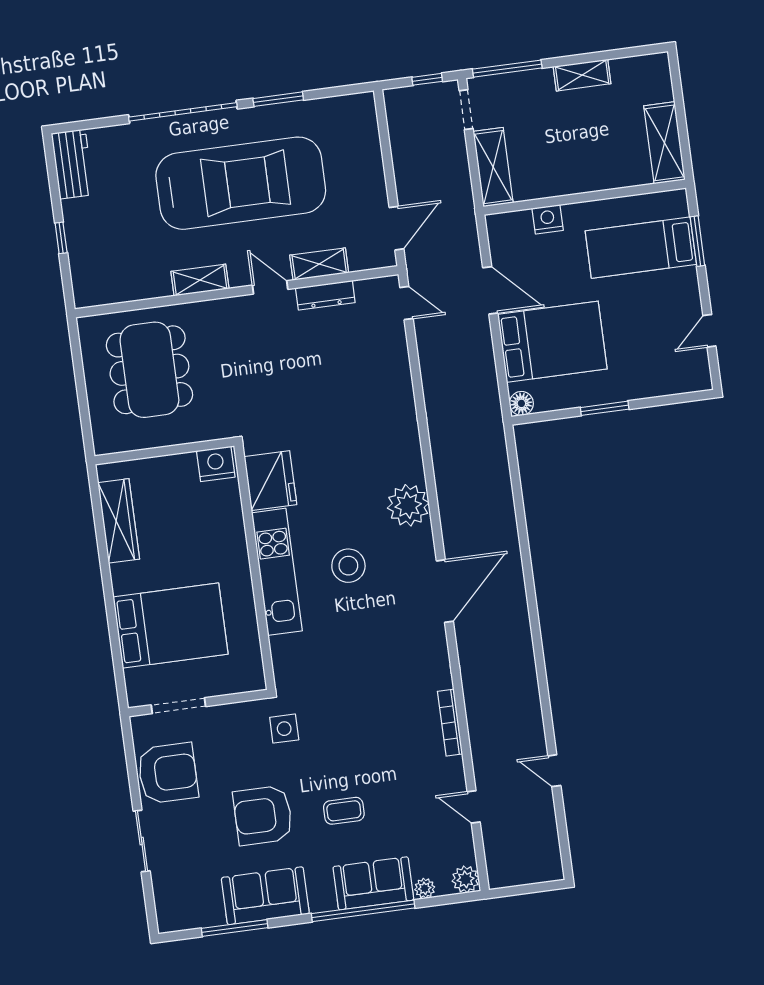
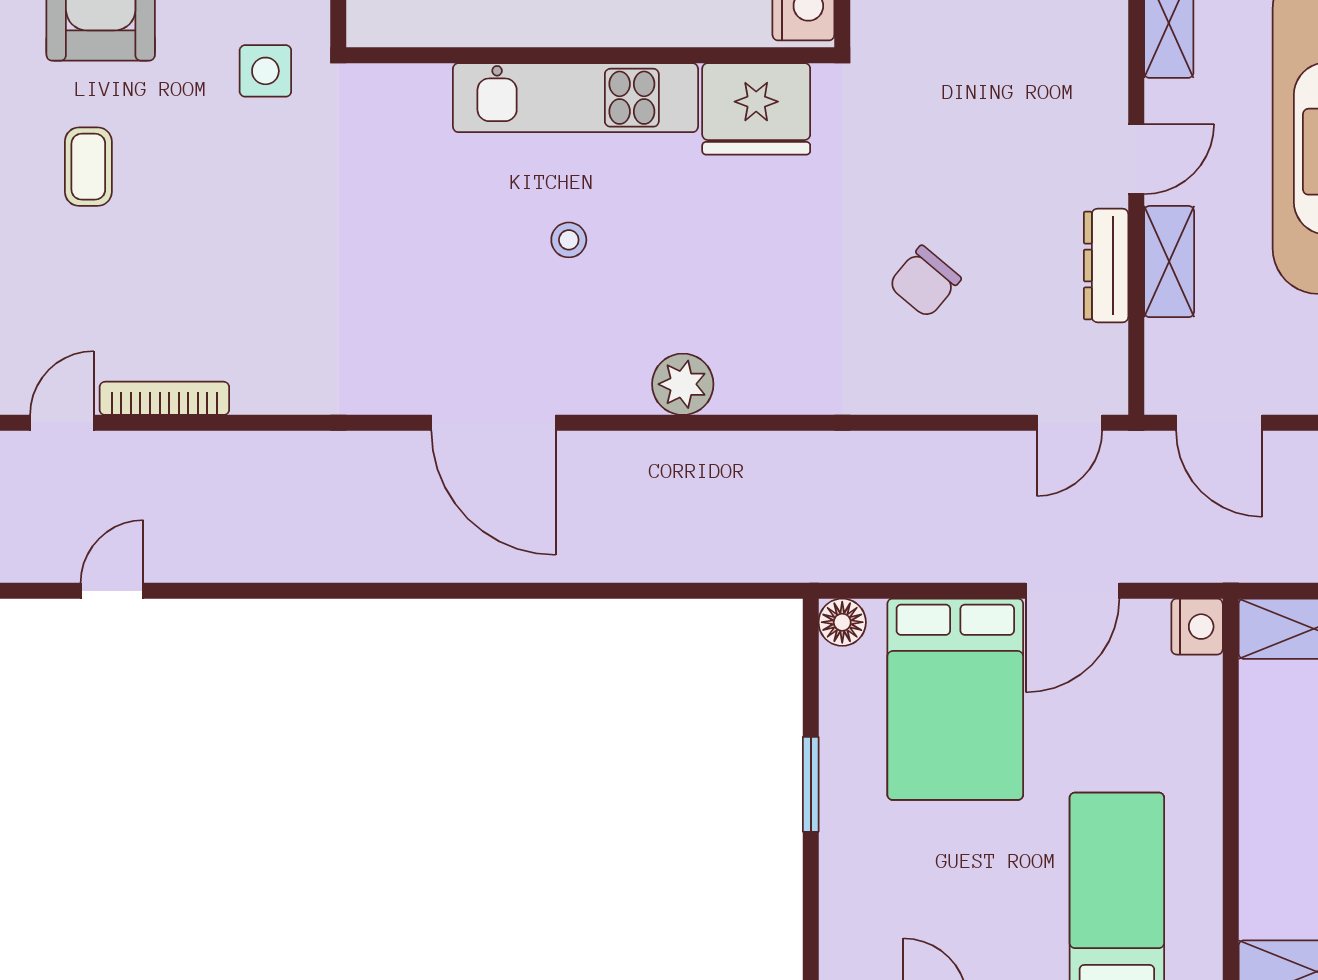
nightstand: (548, 219) -> (1197, 627), moved
chair: (346, 385) -> (925, 282), added
plant: (408, 505) -> (683, 384), width x0.73, depth x0.73
stool: (348, 566) -> (569, 240), width x0.53, depth x0.53
bookcase: (450, 723) -> (164, 398), moved

